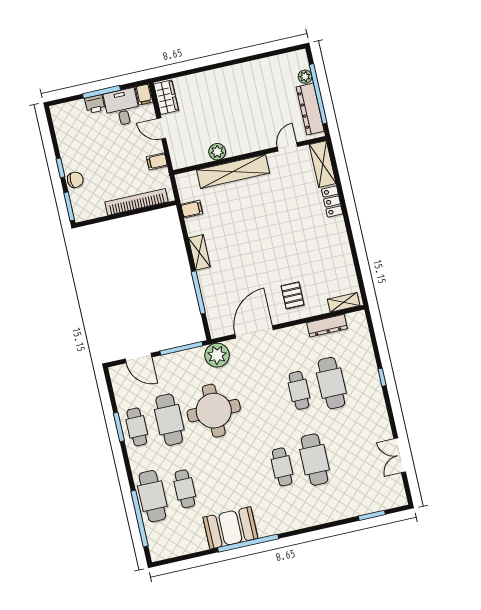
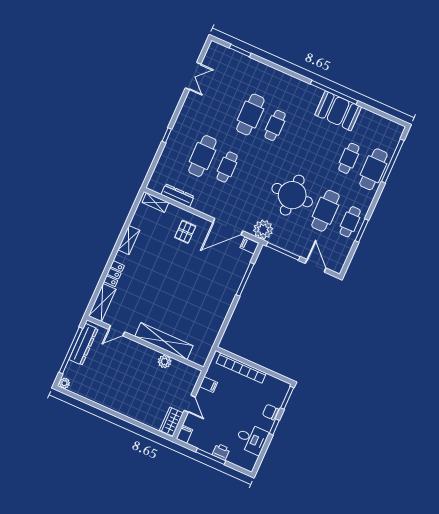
plant: (305, 77) -> (64, 383), moved
desk: (122, 107) -> (252, 439), moved, turned -90
filing cabinet: (192, 209) -> (249, 246), moved
shelving: (199, 252) -> (129, 240), moved

